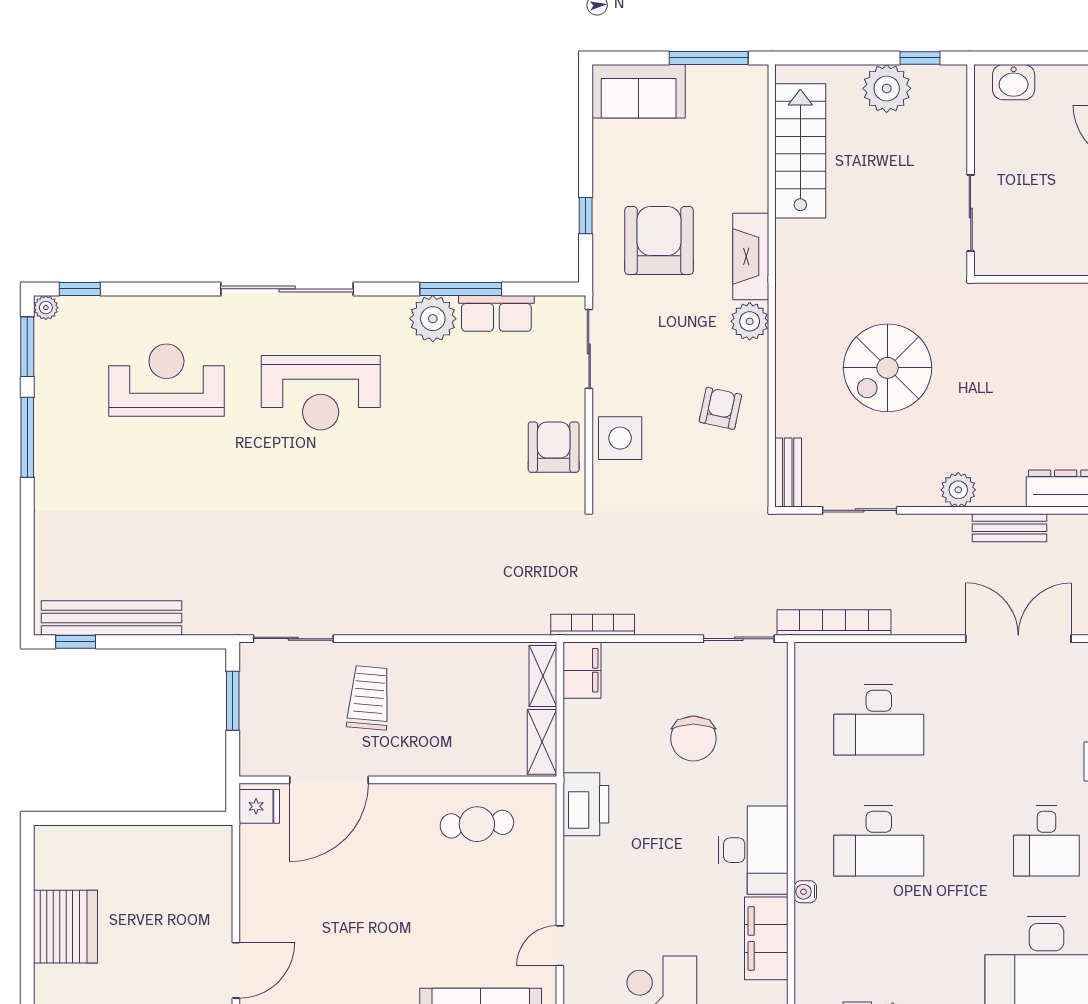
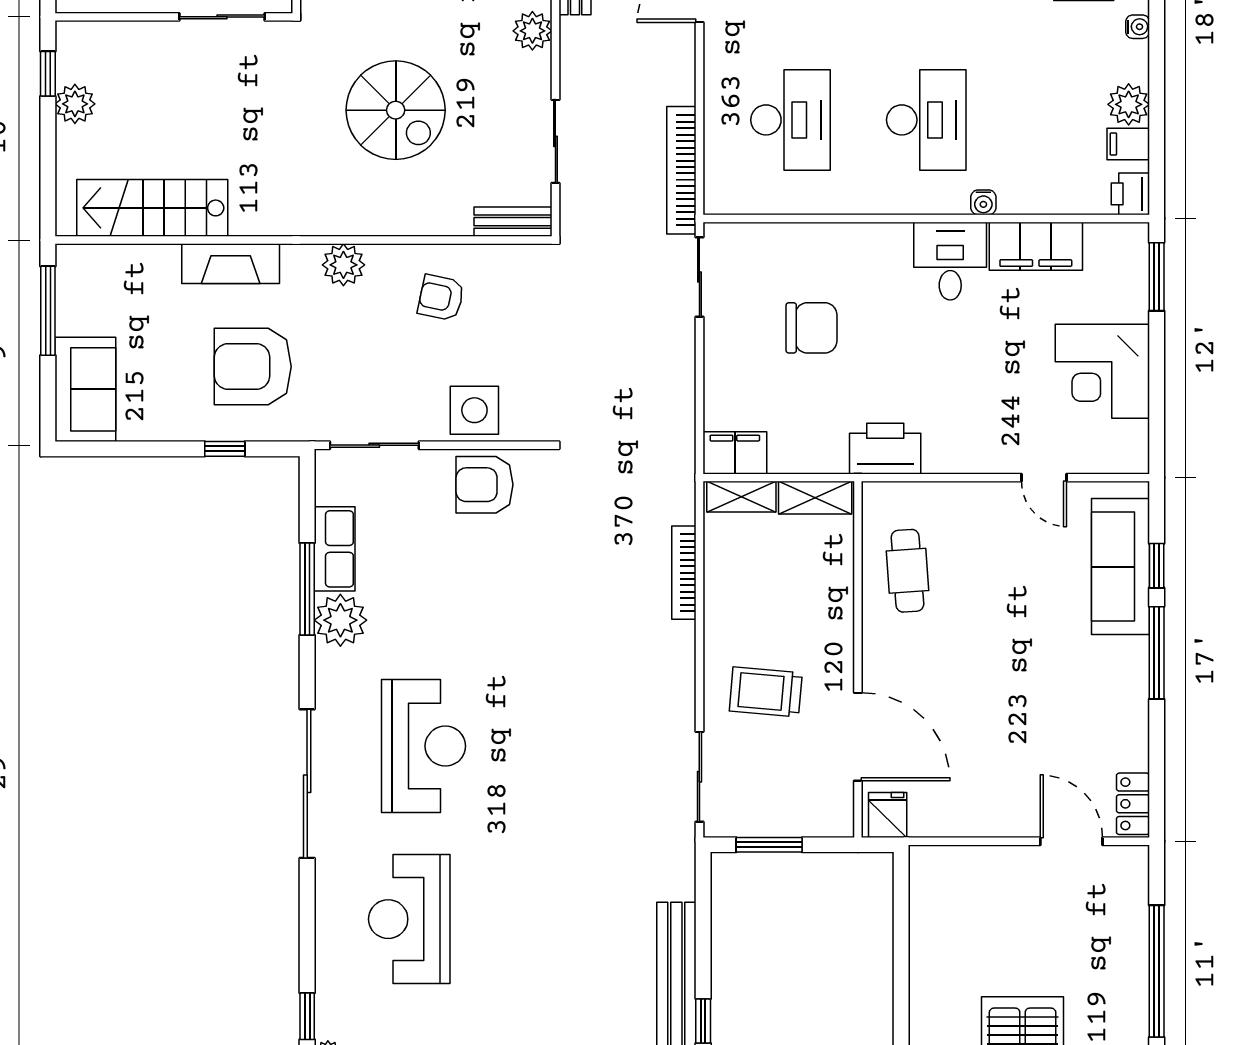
plant: (887, 88) -> (75, 104), width x0.73, depth x0.73
fireplace: (751, 256) -> (231, 264), moved
bookcase: (593, 625) -> (684, 573), moved
desk: (753, 850) -> (950, 261), width x0.73

